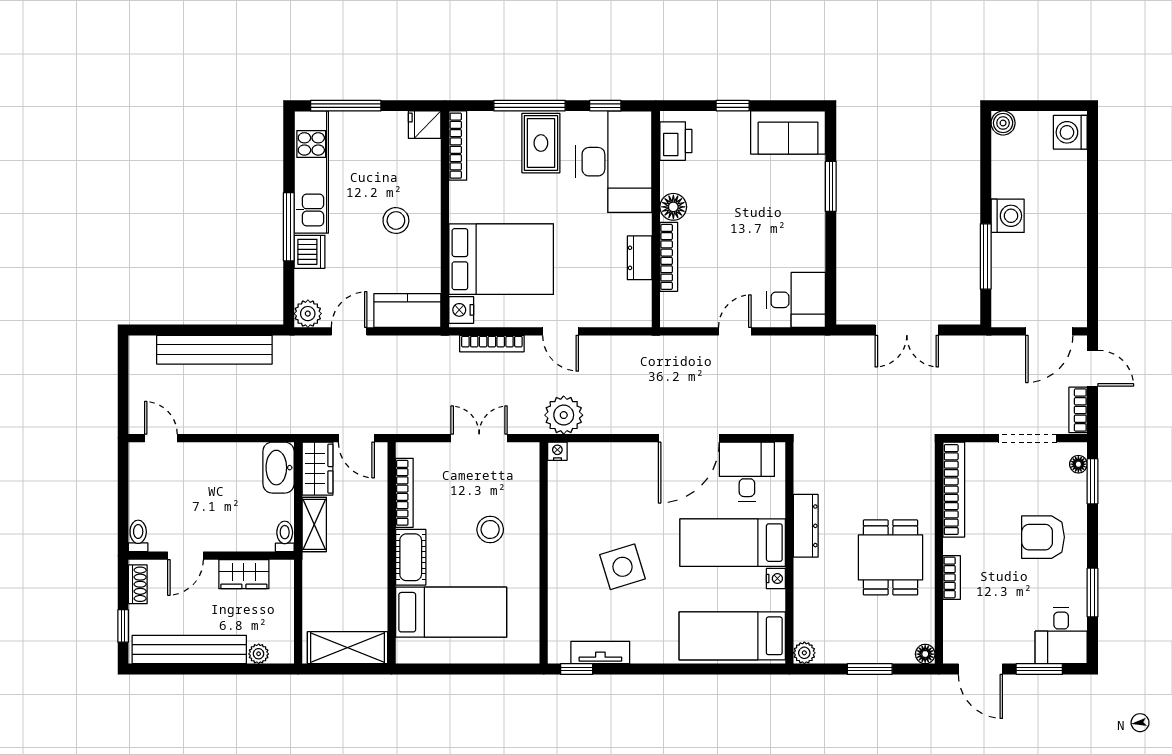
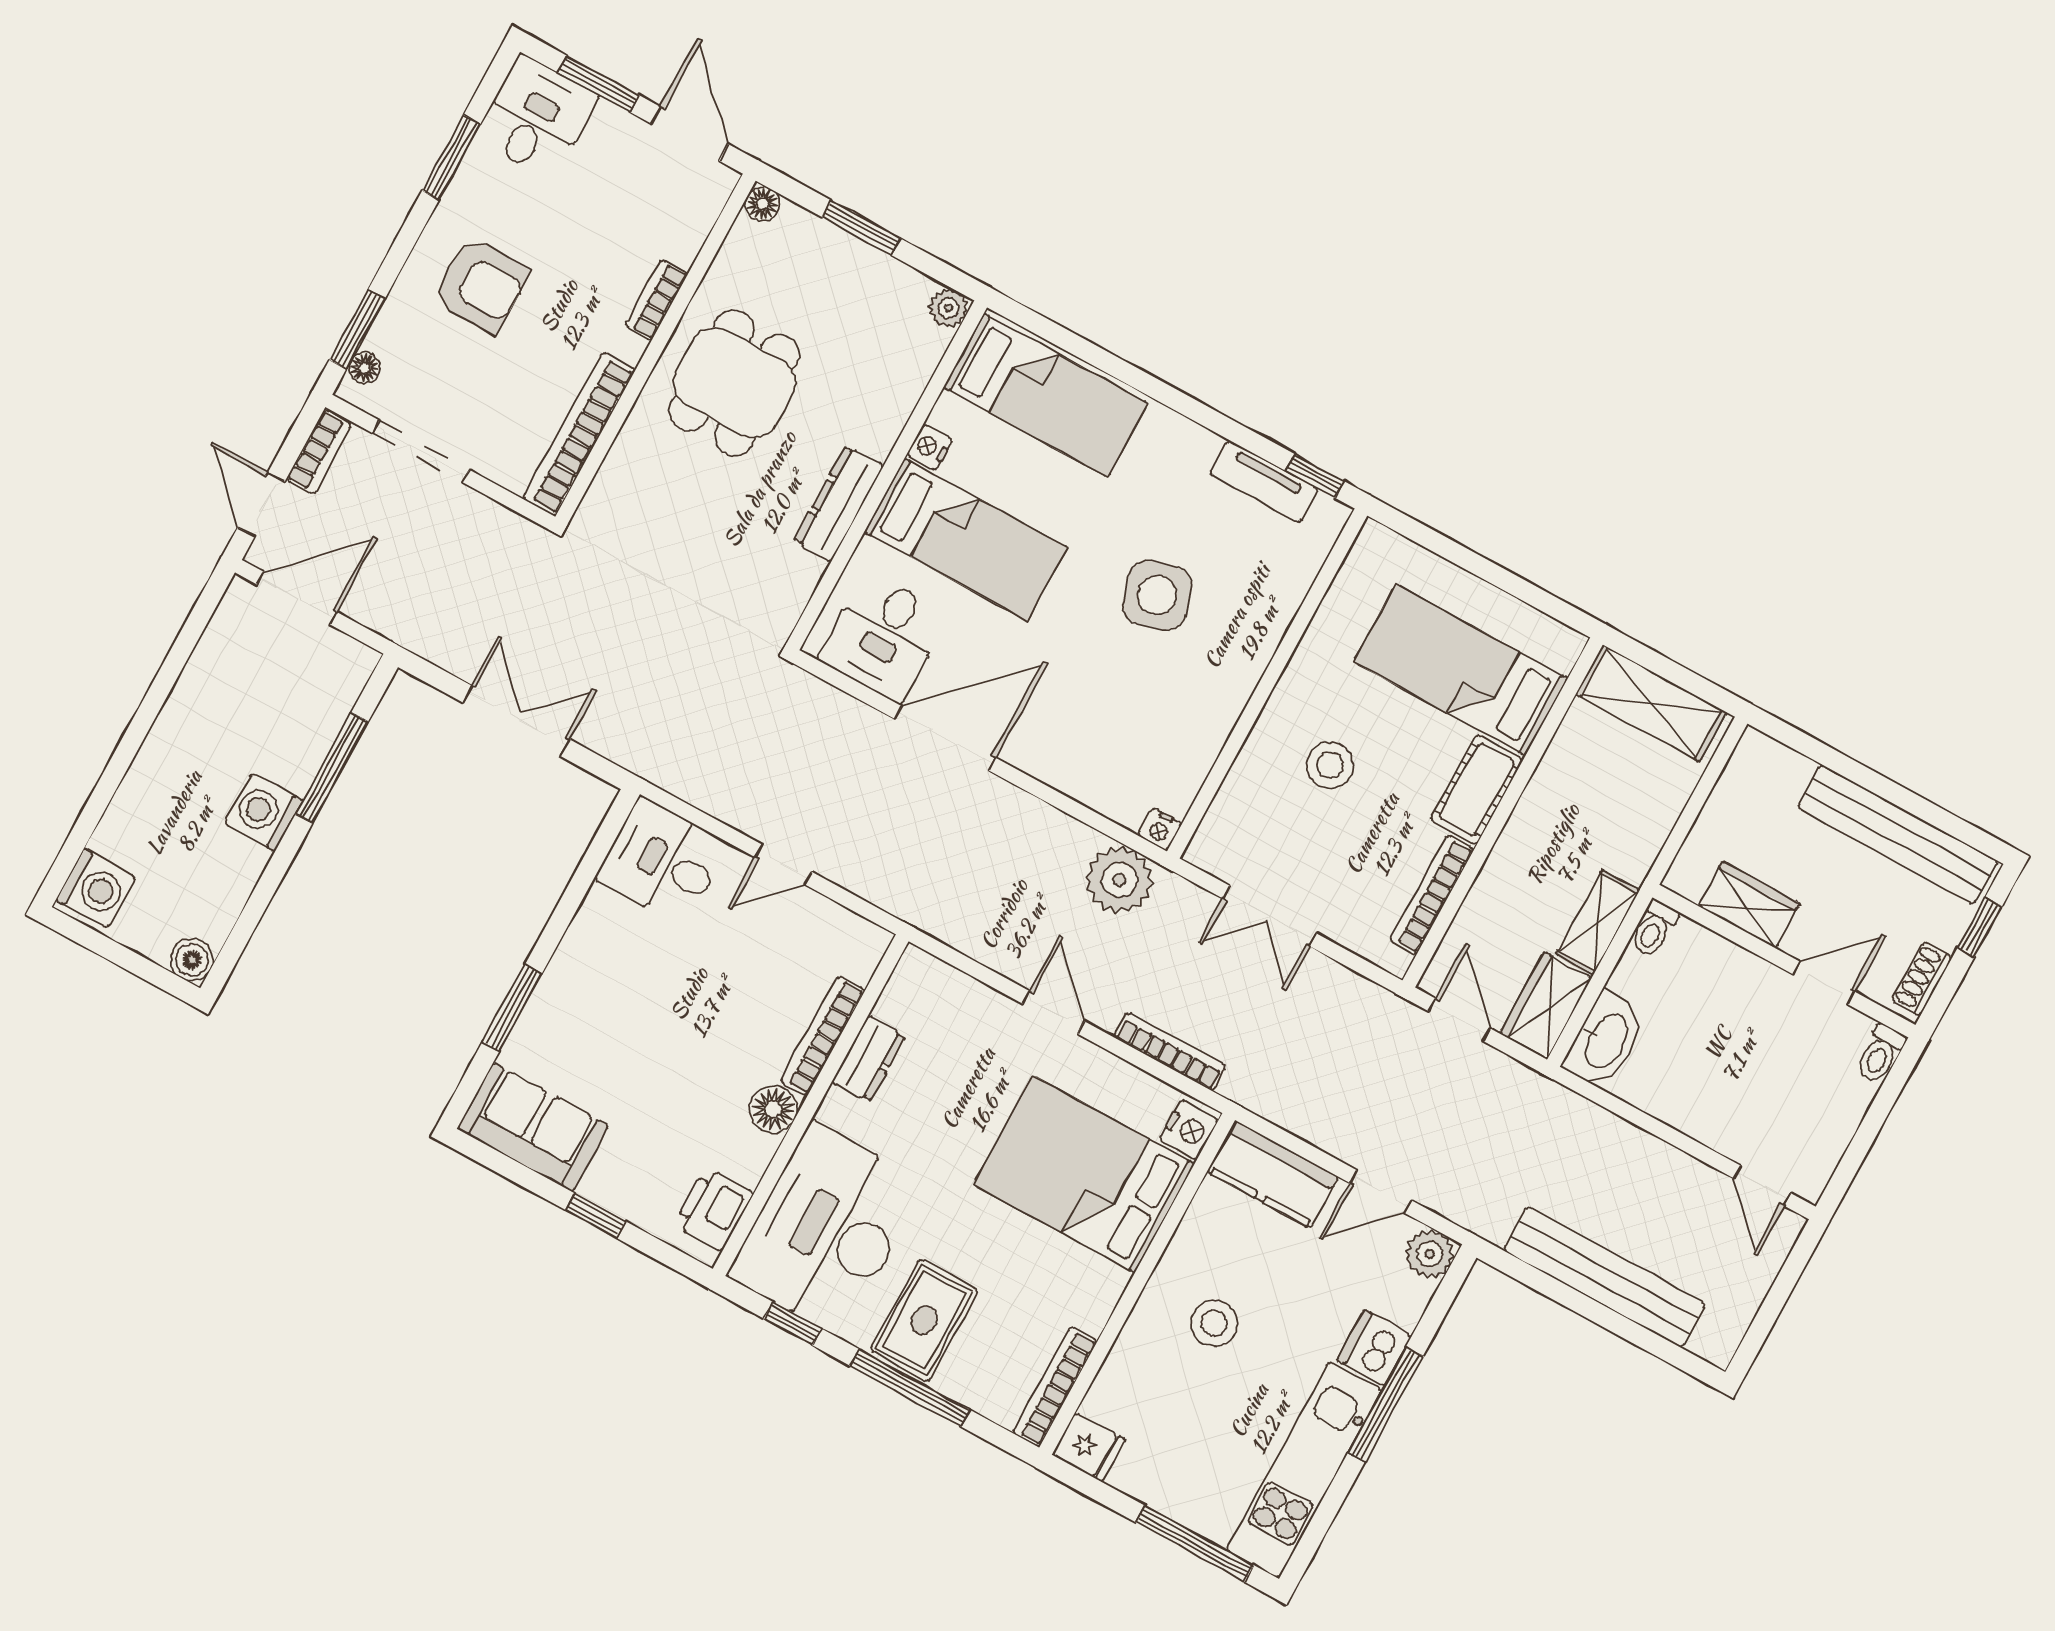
plant: (259, 654) -> (1794, 769), removed

